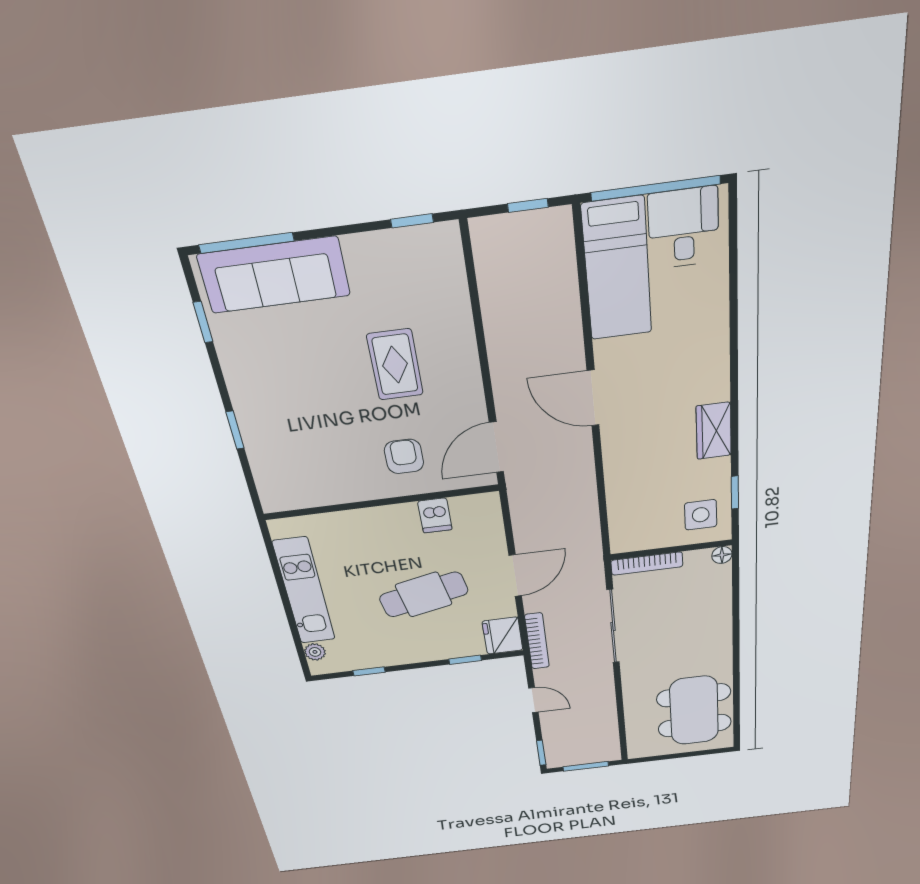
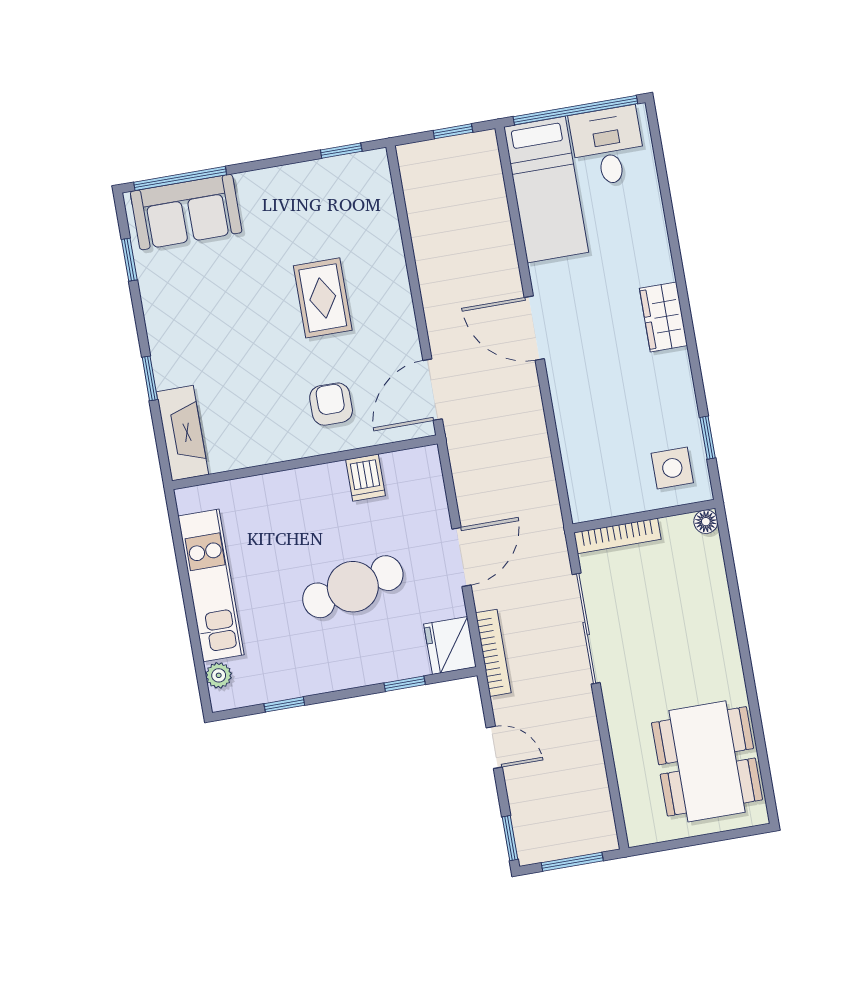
sofa: (274, 275) -> (186, 212), width x0.73
wardrobe: (714, 431) -> (663, 317), moved
fireplace: (270, 476) -> (182, 433), added

